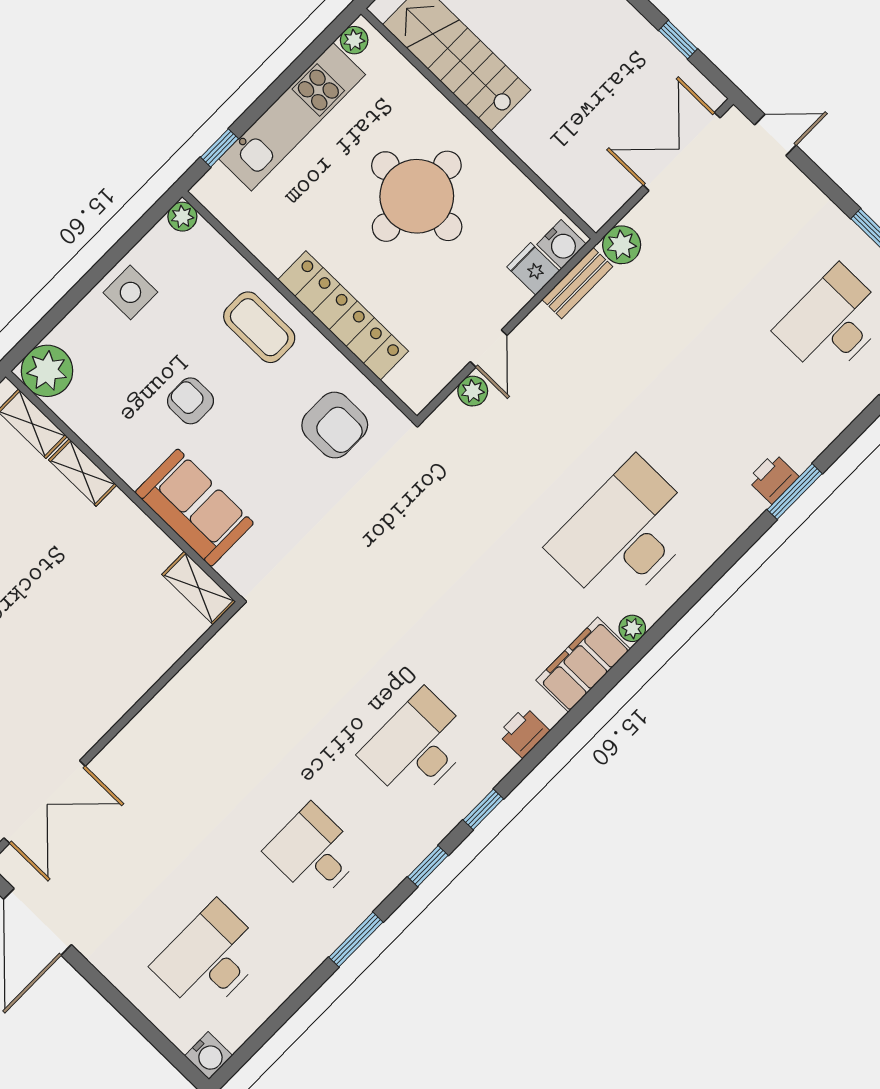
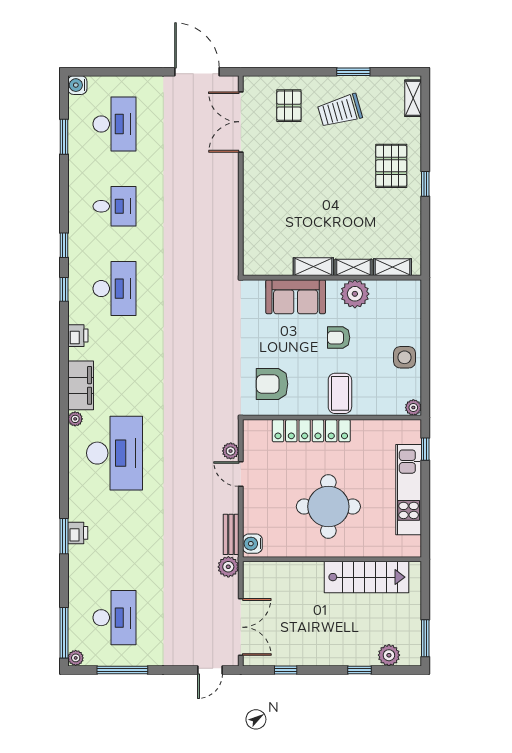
plant: (354, 40) -> (414, 544), removed
fridge: (533, 269) -> (254, 523), removed
coffee table: (259, 327) -> (340, 393), turned 90
plant: (47, 371) -> (355, 294), moved
armchair: (190, 401) -> (339, 338), turned 180
shelving: (199, 588) -> (313, 267), moved
window: (356, 940) -> (64, 137), moved

